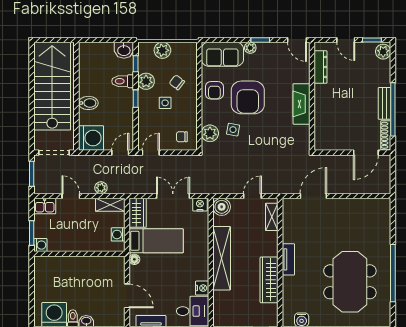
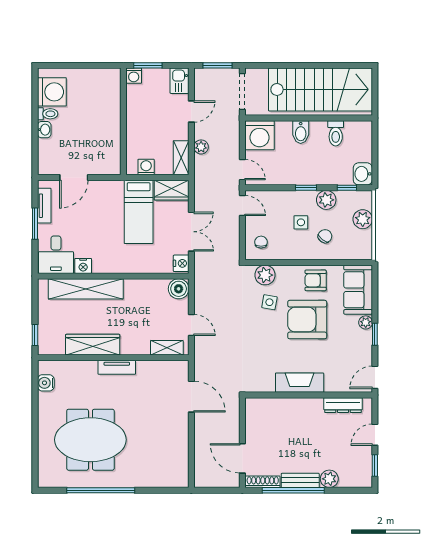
plant: (383, 52) -> (329, 479), moved
toilet: (123, 81) -> (336, 133), moved, turned 180
shelving: (222, 258) -> (86, 289), moved
floor lamp: (134, 259) -> (117, 186), removed

